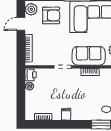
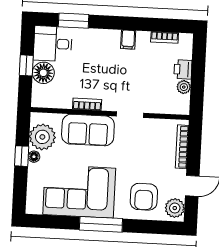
armchair: (51, 15) -> (144, 197), turned -90
printer: (31, 75) -> (183, 69), moved

